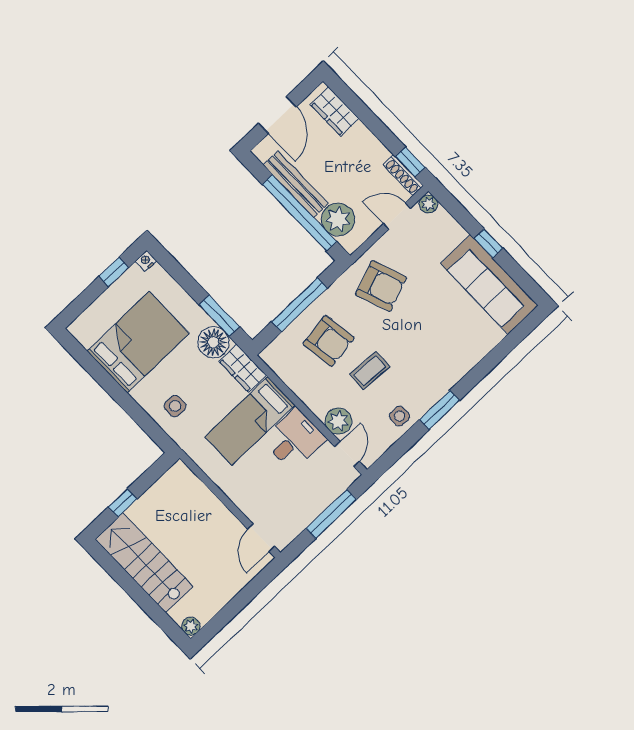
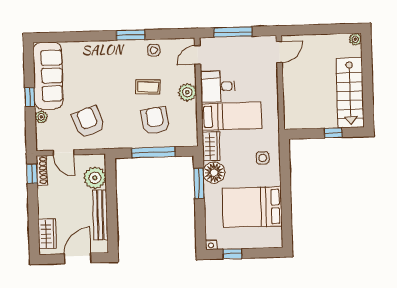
plant: (428, 204) -> (41, 117), moved
window: (299, 213) -> (111, 199), removed
armchair: (381, 286) -> (88, 122), moved
plant: (338, 421) -> (187, 92), moved

